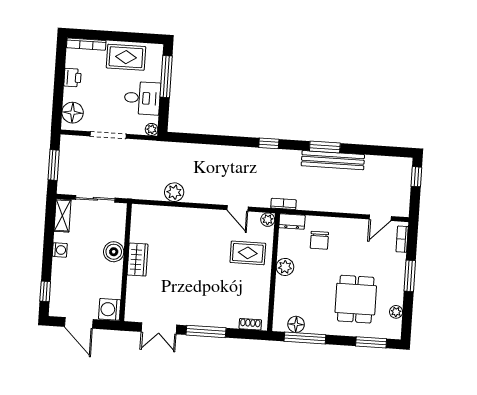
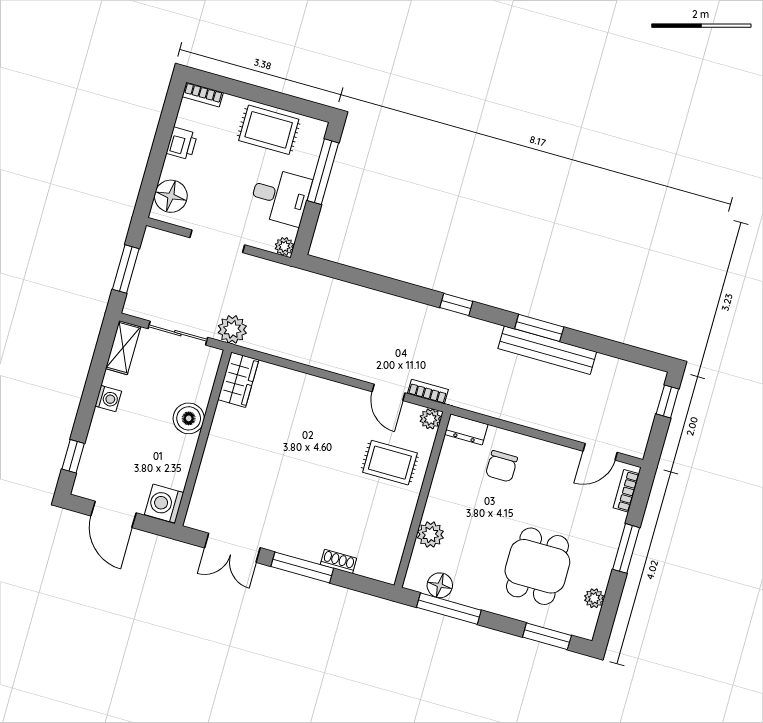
bookcase: (86, 44) -> (203, 95), width x0.64
plant: (174, 192) -> (232, 329), moved
bookcase: (284, 204) -> (428, 392), moved
wardrobe: (138, 260) -> (238, 380), moved
plant: (285, 267) -> (430, 535), moved
shoe rack: (250, 324) -> (338, 561), moved

